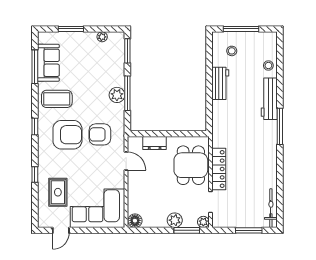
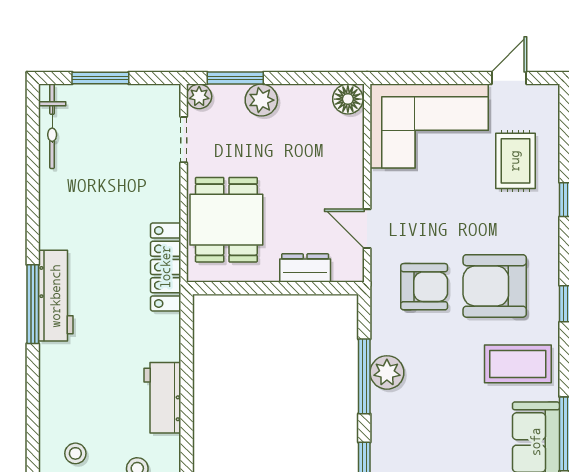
stool: (268, 66) -> (75, 453), moved
workbench: (269, 99) -> (56, 296), moved
locker: (219, 169) -> (166, 267), moved

